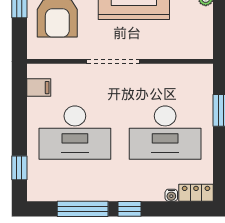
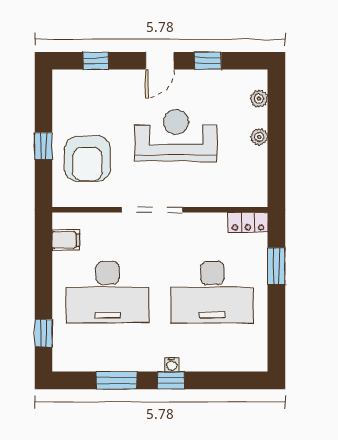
locker: (196, 193) -> (248, 222), moved, turned 180
water cooler: (171, 195) -> (172, 365), moved
window: (83, 209) -> (117, 380), width x0.69

